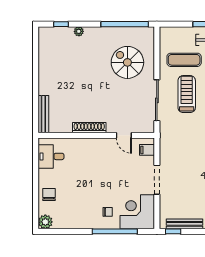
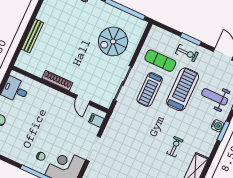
spiral stairs: (127, 62) -> (113, 41), turned -90
treadmill: (187, 94) -> (150, 90), turned 180
bench: (43, 114) -> (32, 36), moved

